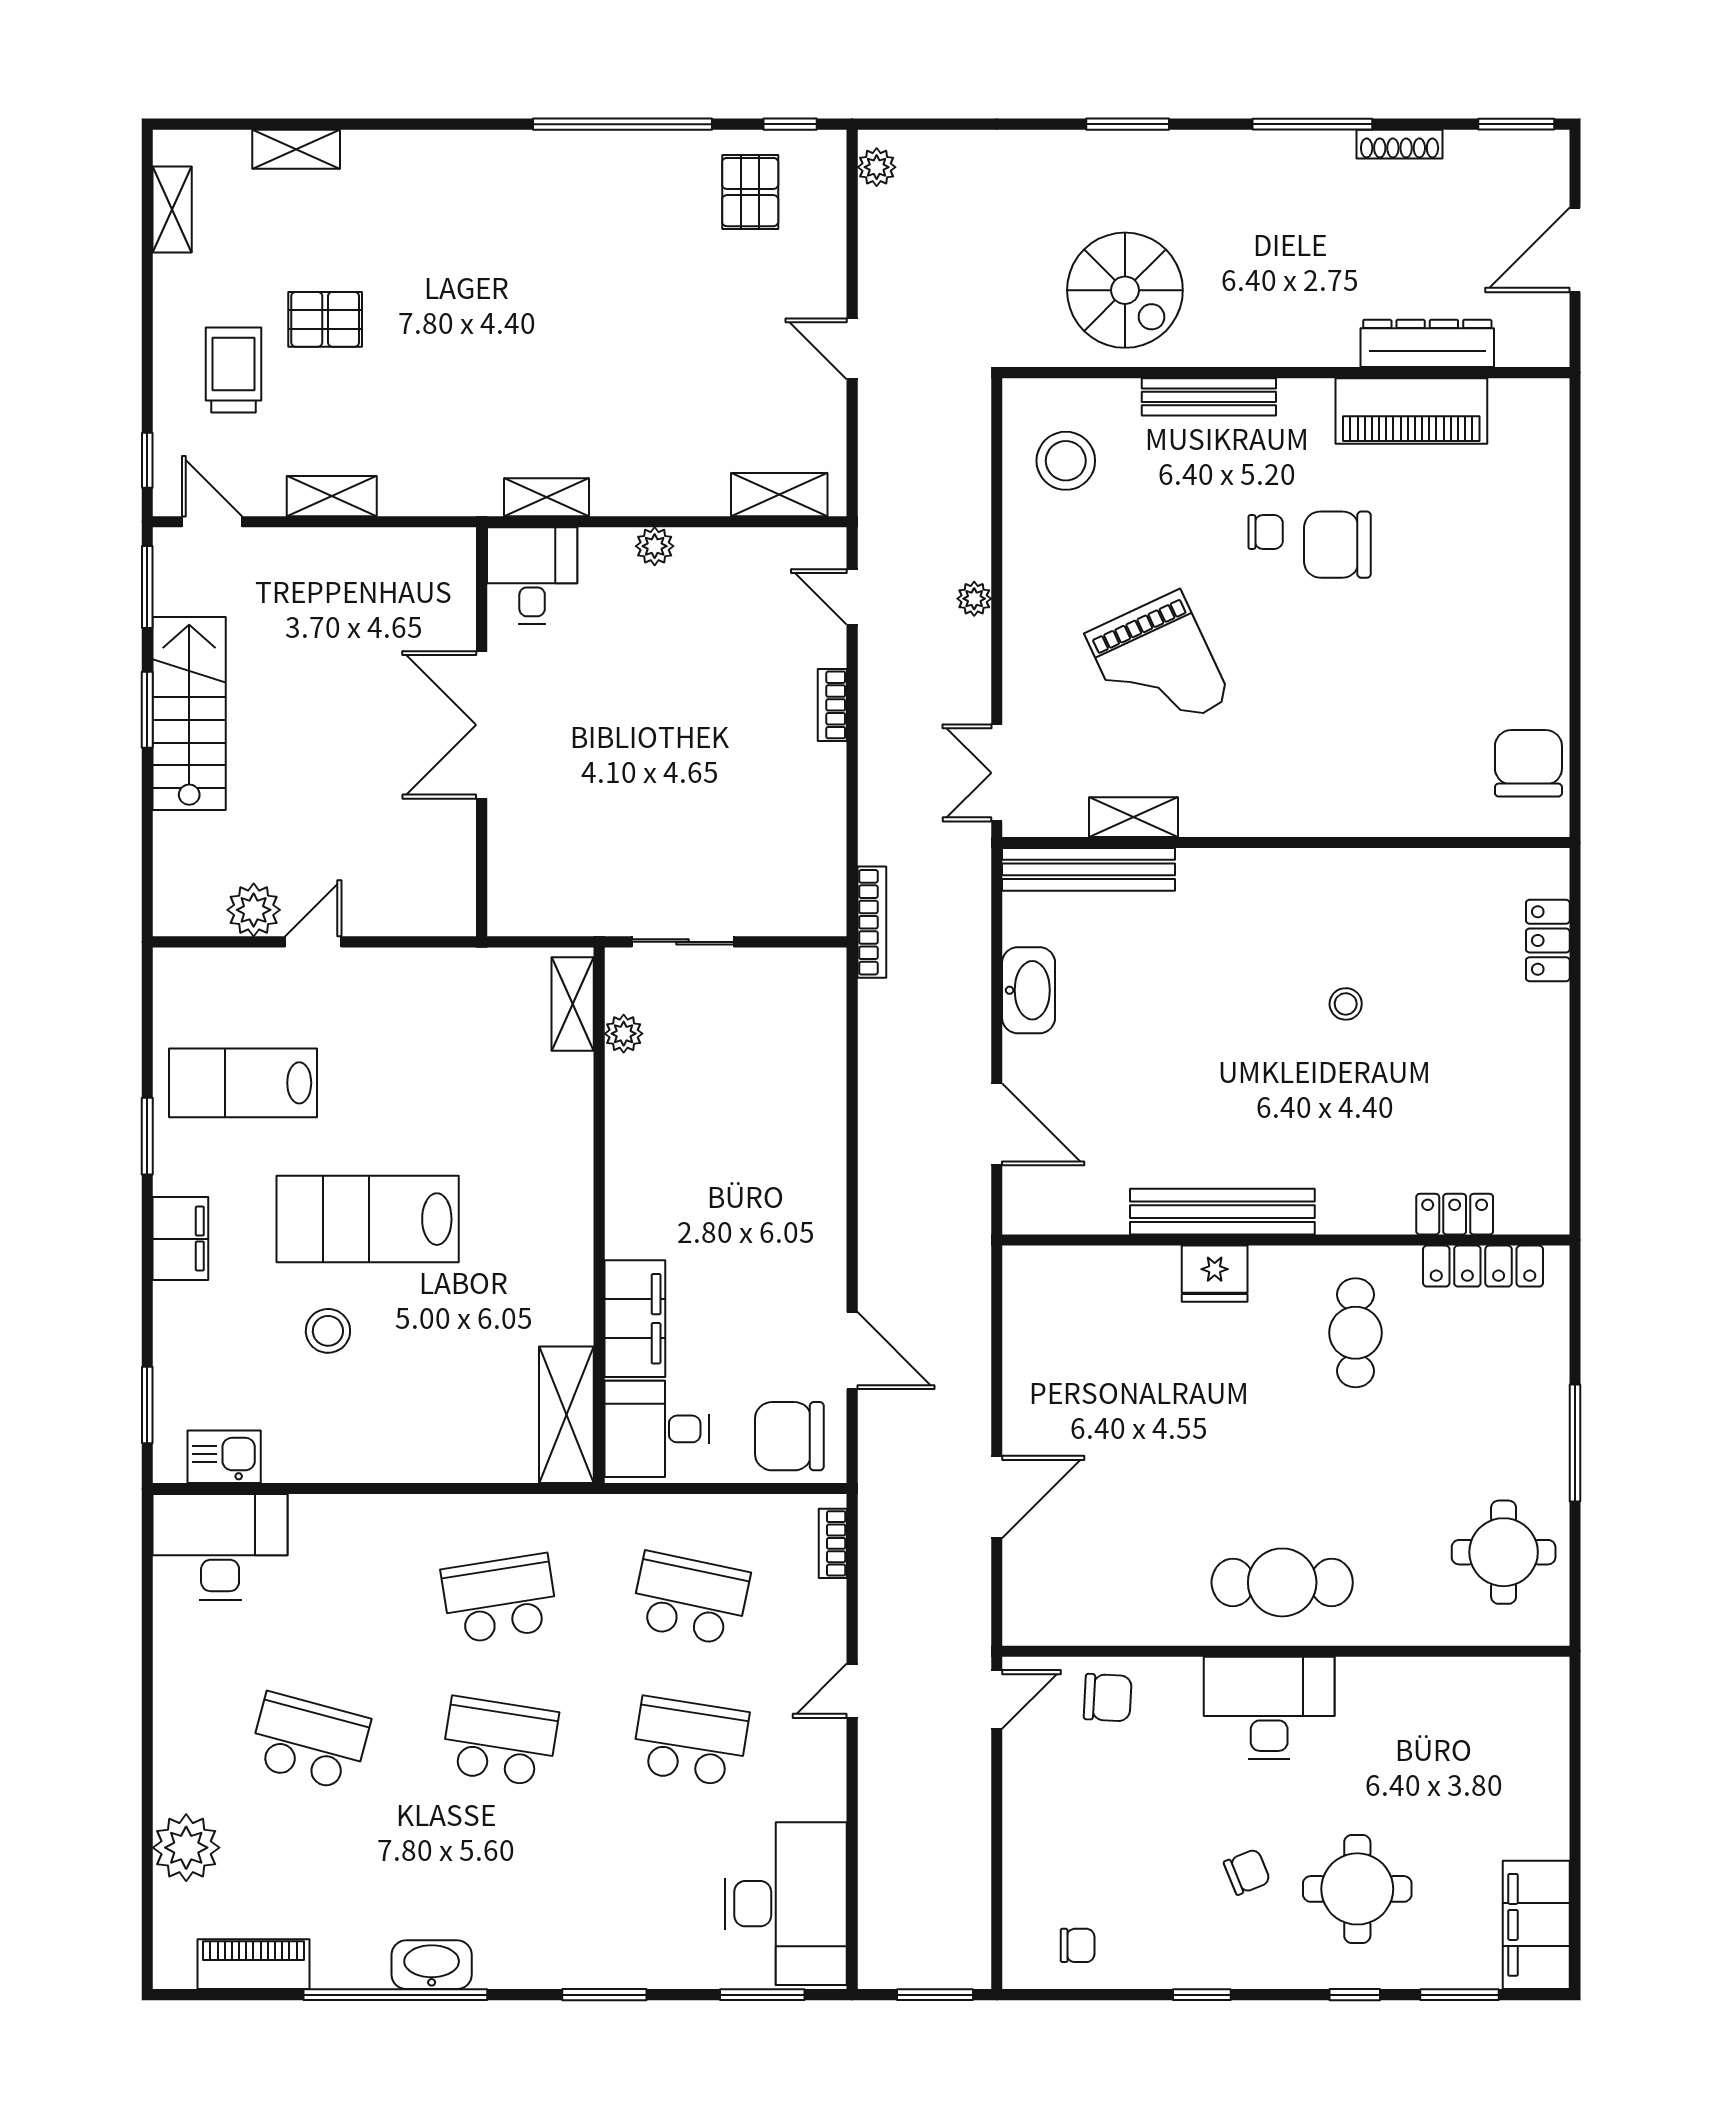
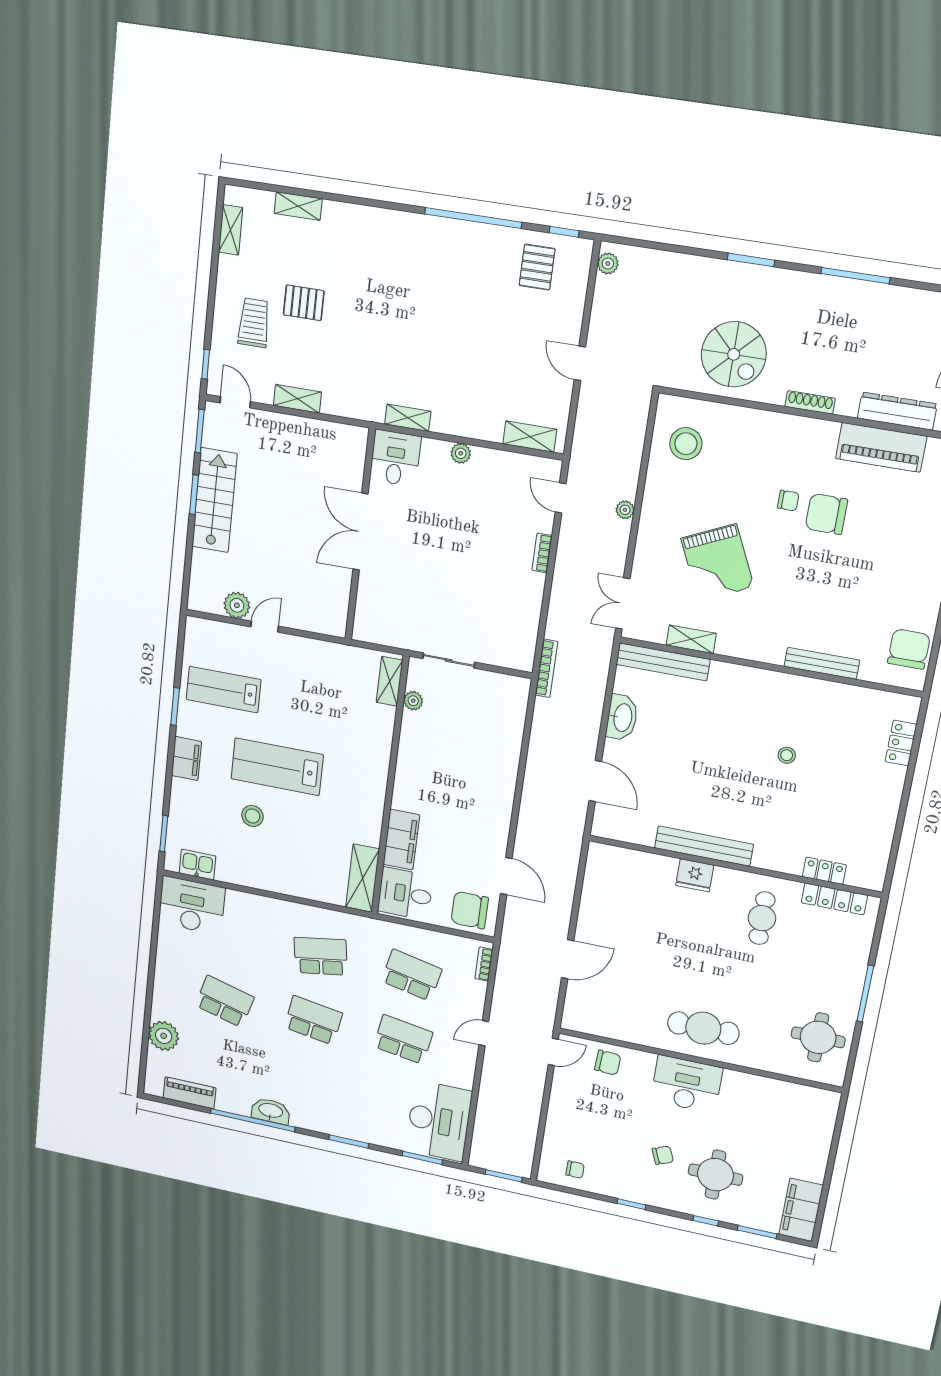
shoe rack: (1400, 144) -> (810, 402), moved, turned 180
bench: (1209, 397) -> (822, 663), moved

